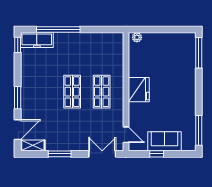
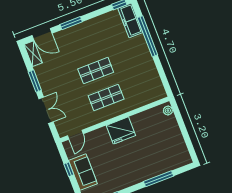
window: (199, 53) -> (159, 179), moved
double door: (102, 154) -> (46, 110), moved

